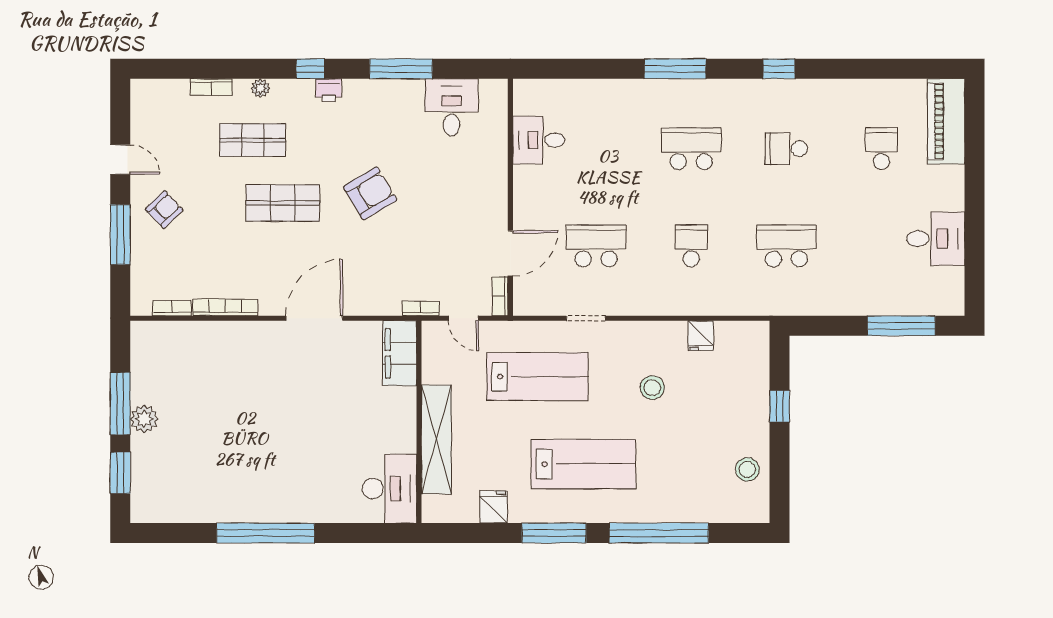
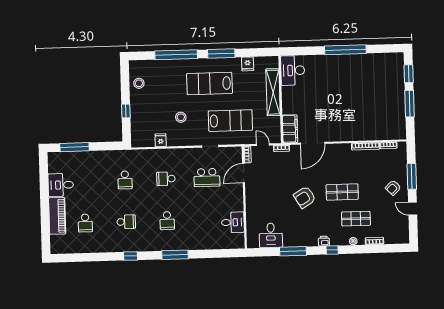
piano: (946, 121) -> (57, 216), moved
school desk: (691, 149) -> (167, 221), width x0.54
school desk: (691, 246) -> (166, 179), turned 90
school desk: (786, 246) -> (125, 180), width x0.54
door: (314, 318) -> (313, 143), moved
lab bench: (537, 377) -> (230, 121), turned 180
plant: (144, 419) -> (399, 97), removed

